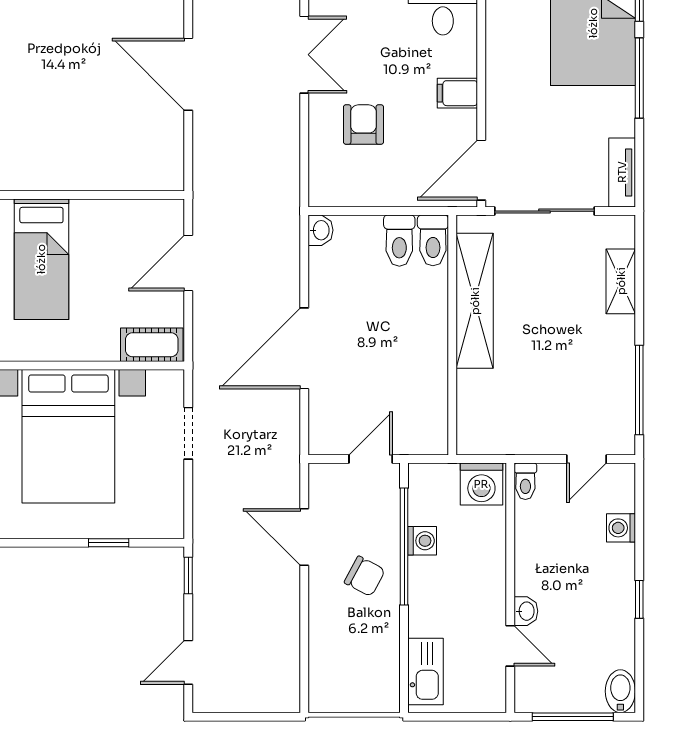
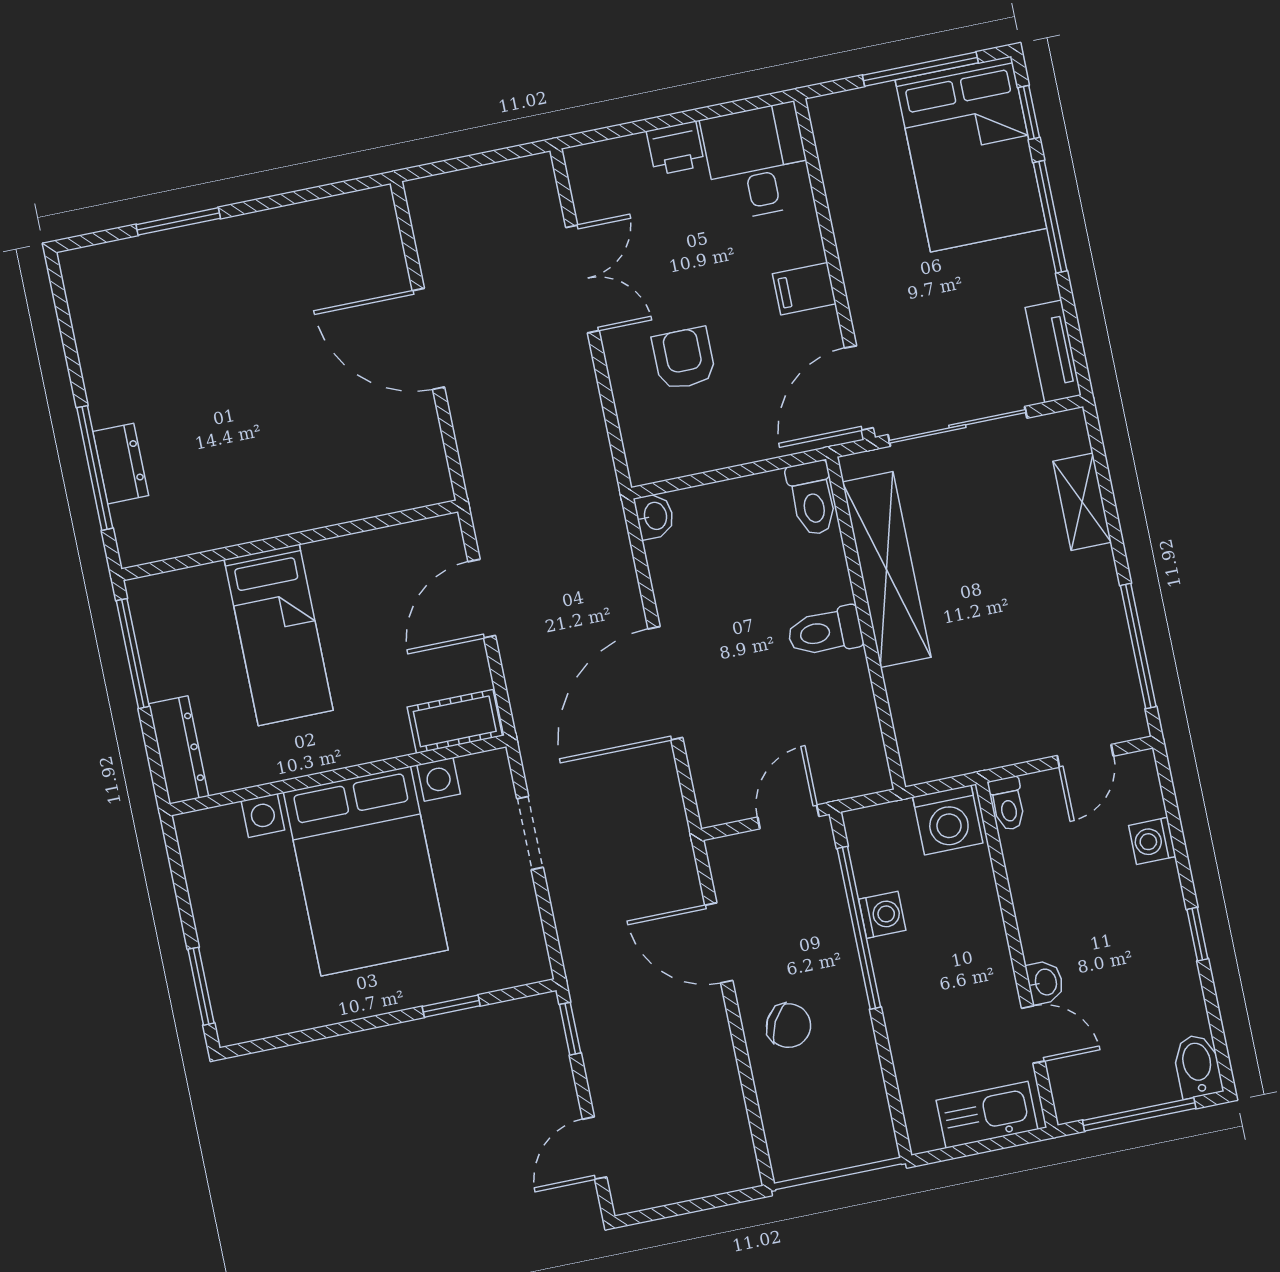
toilet: (399, 241) -> (825, 632), moved, turned 90
chair: (365, 576) -> (789, 1026), moved
kitchen sink: (425, 671) -> (987, 1115), moved, turned -90

